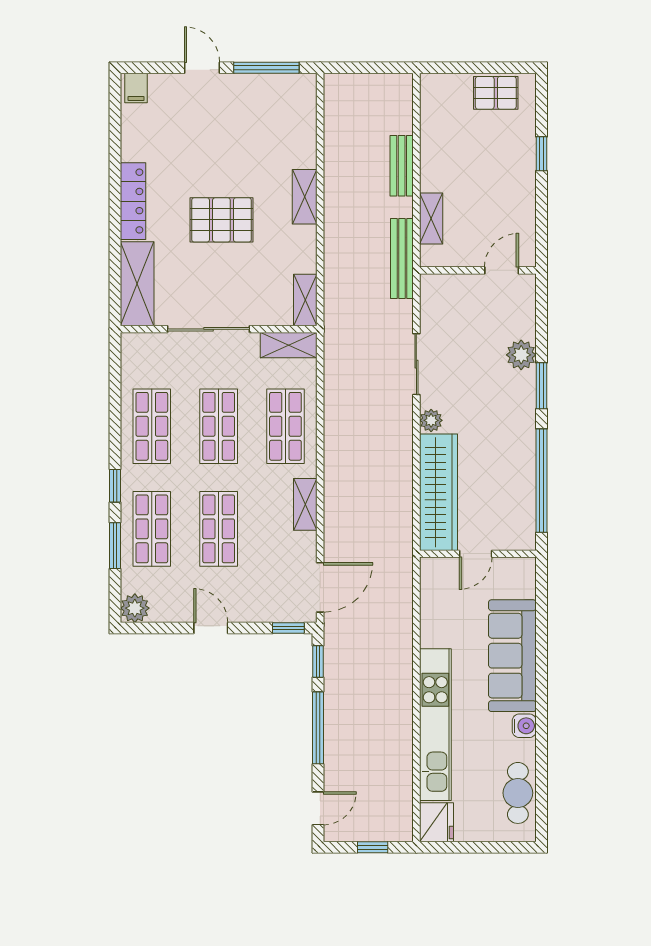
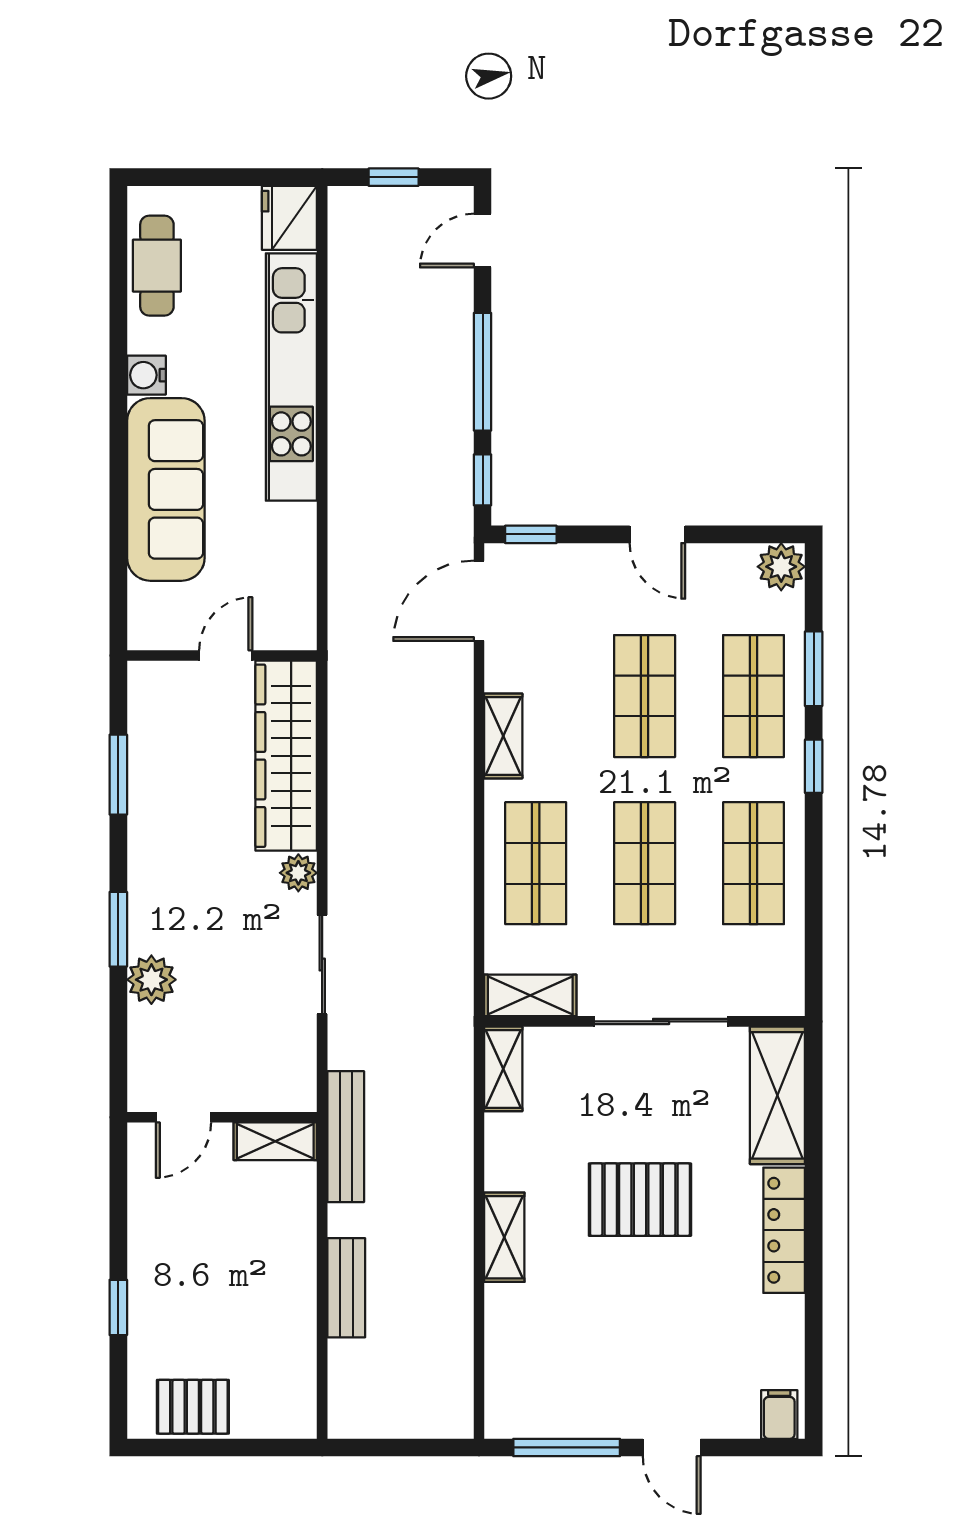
shelving: (431, 219) -> (275, 1141), moved, turned 90
window: (542, 481) -> (118, 775), width x0.47

